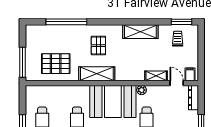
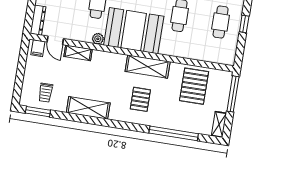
shelving: (30, 35) -> (219, 124), added
pallet: (56, 64) -> (194, 86), turned 90

